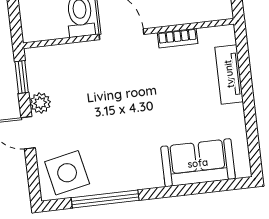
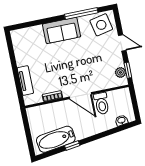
plant: (40, 103) -> (120, 72), moved
sofa: (198, 163) -> (62, 30), moved

